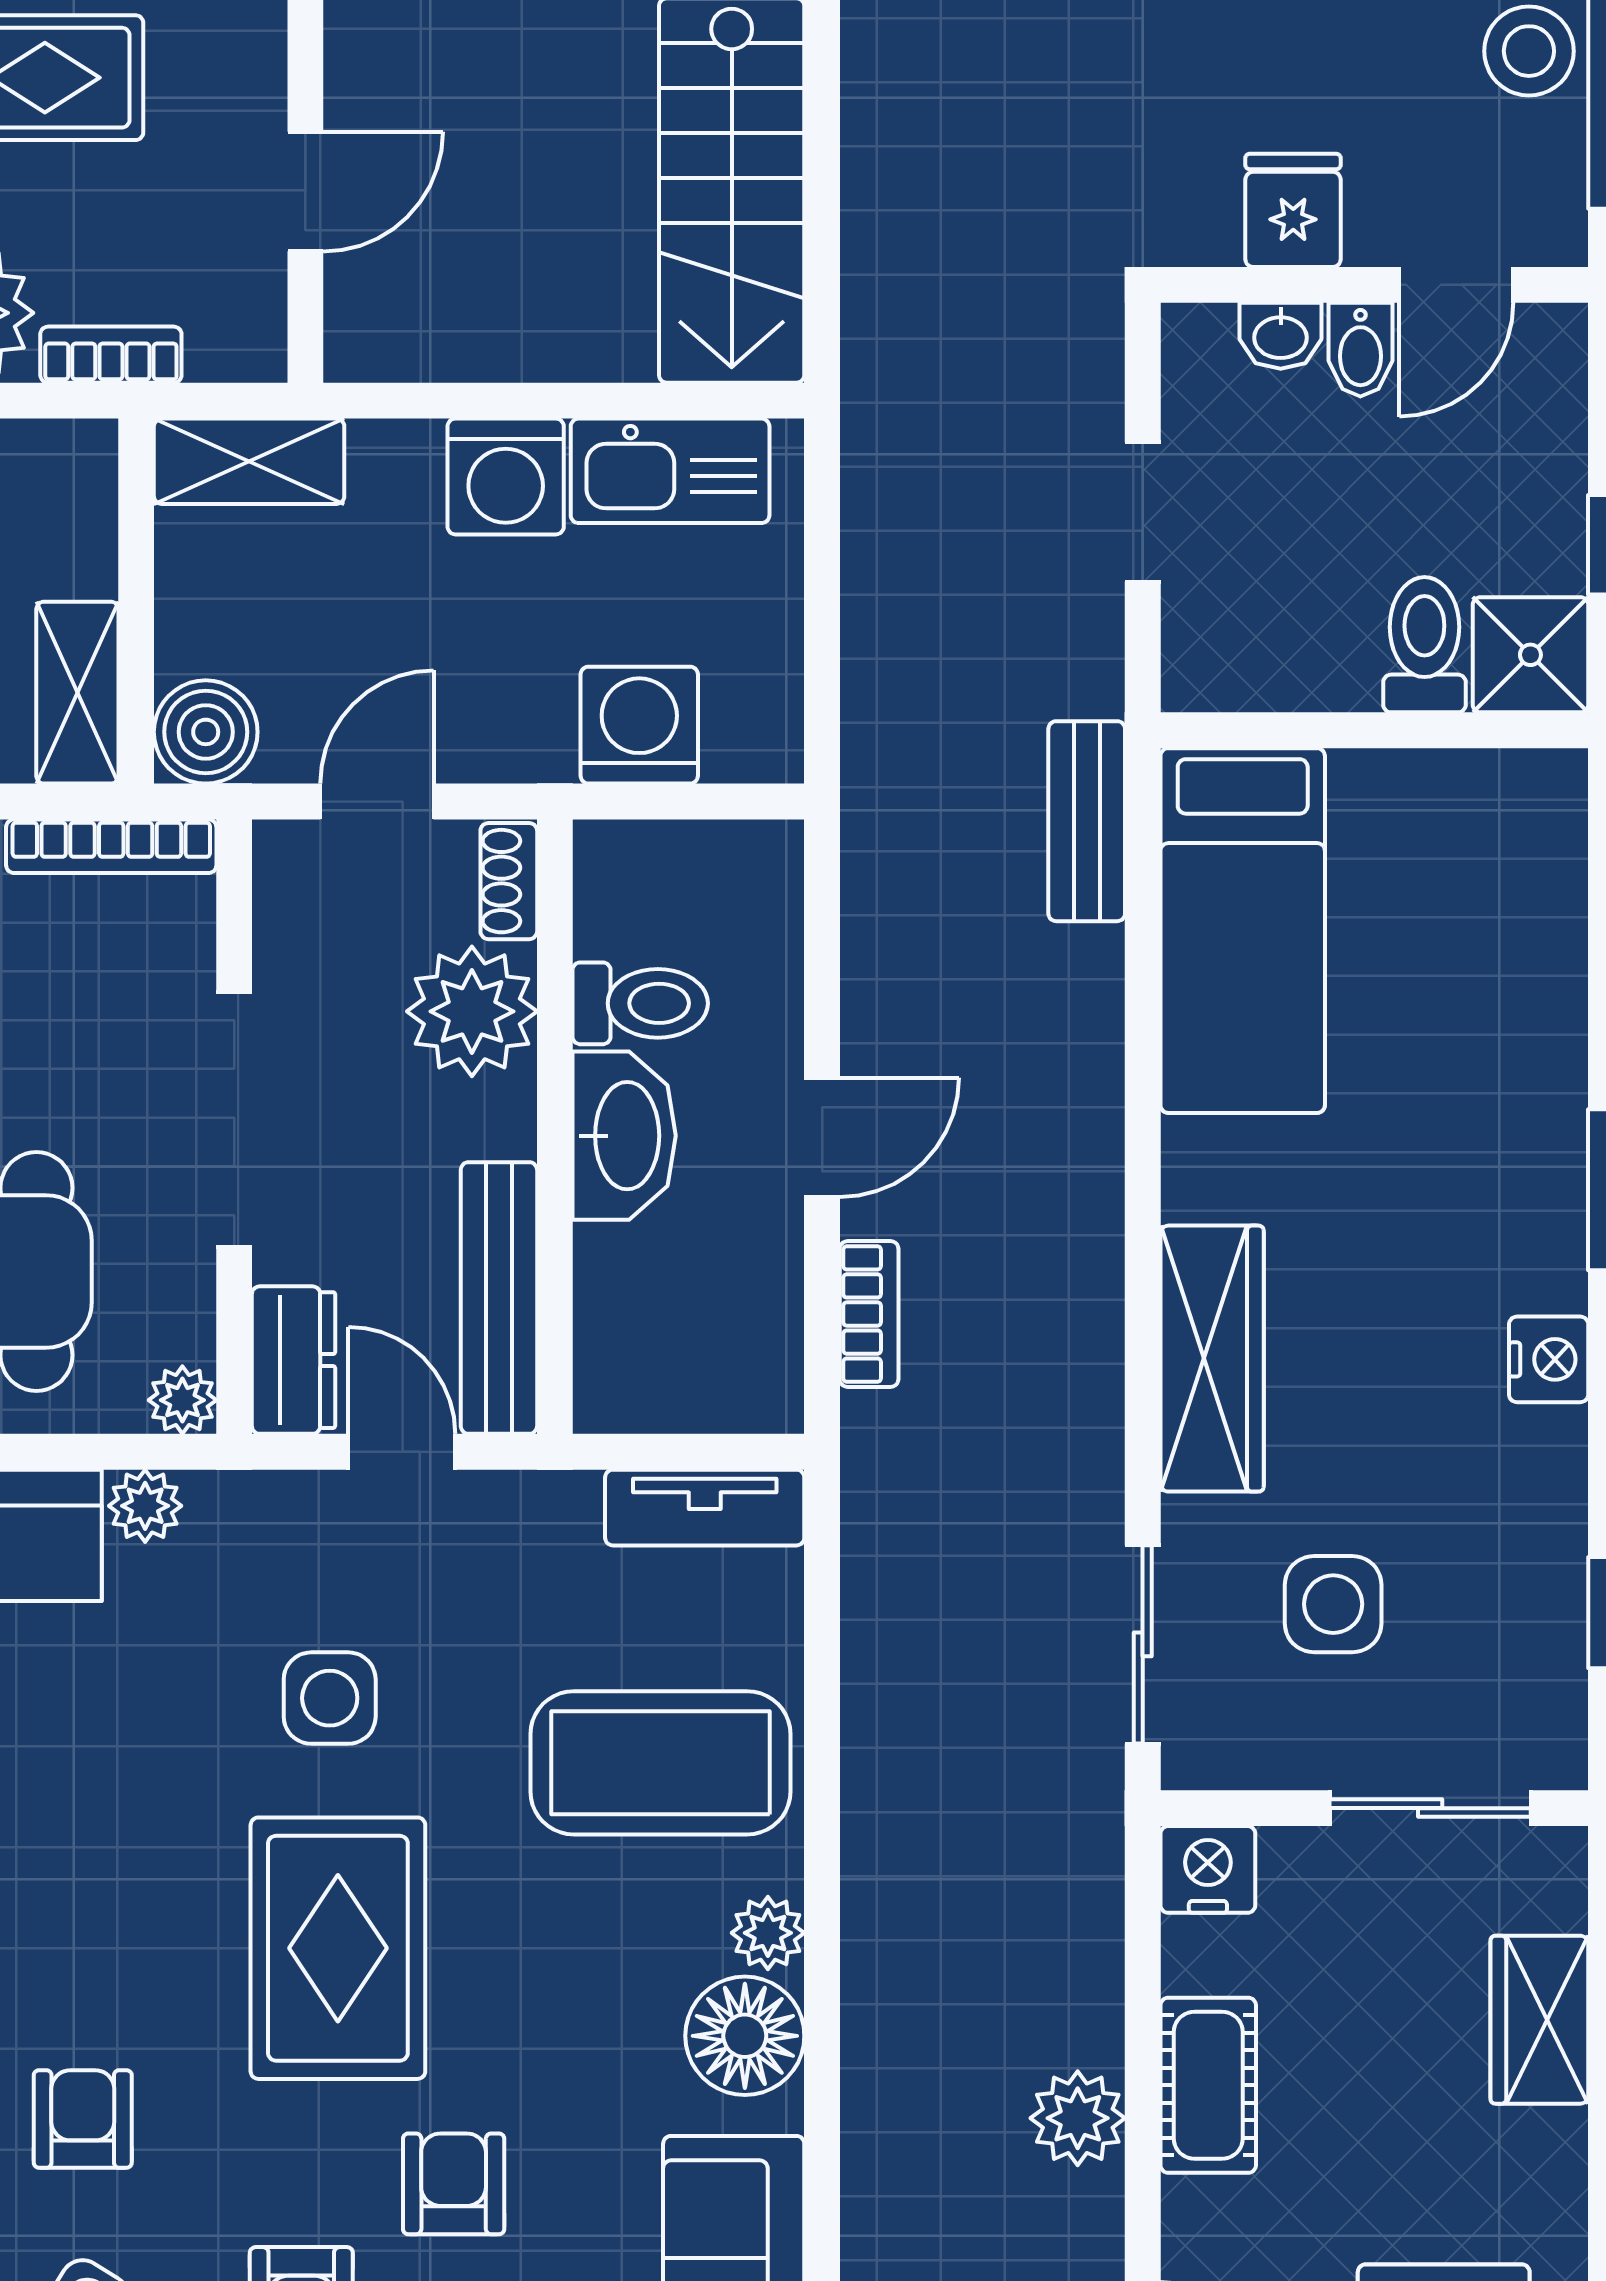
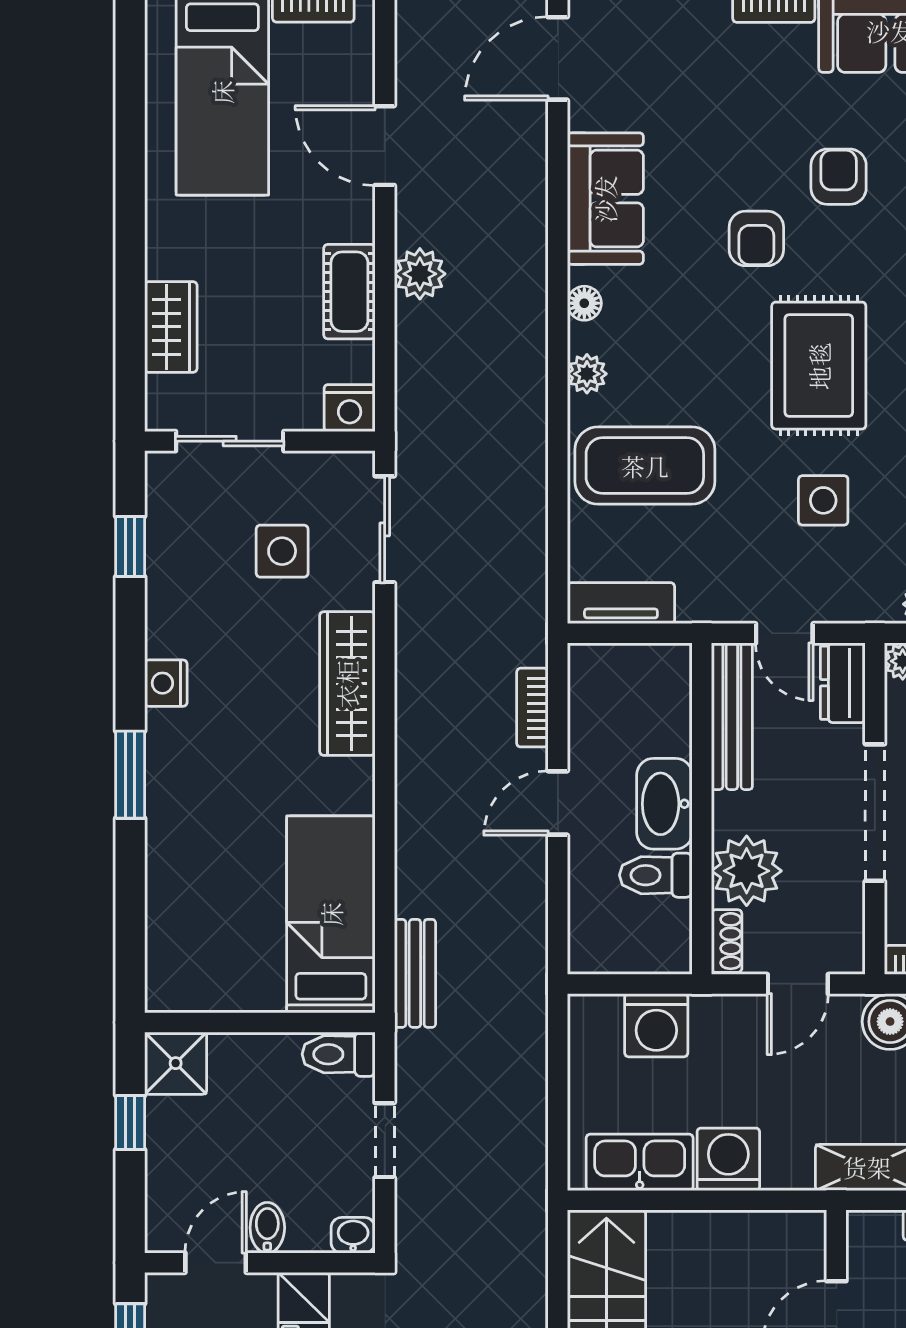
washbasin: (1281, 336) -> (353, 1235), moved
toilet: (1424, 645) -> (339, 1054), moved, turned 90
floor lamp: (745, 2036) -> (584, 303), width x0.53, depth x0.53

